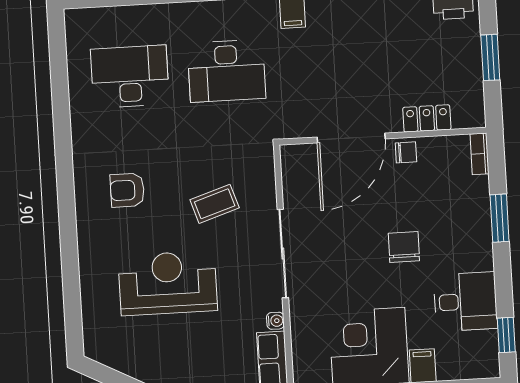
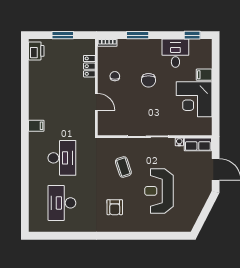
door: (351, 138) -> (96, 102), width x0.53
chair: (406, 152) -> (115, 76), moved
chair: (404, 247) -> (148, 80), turned -90

